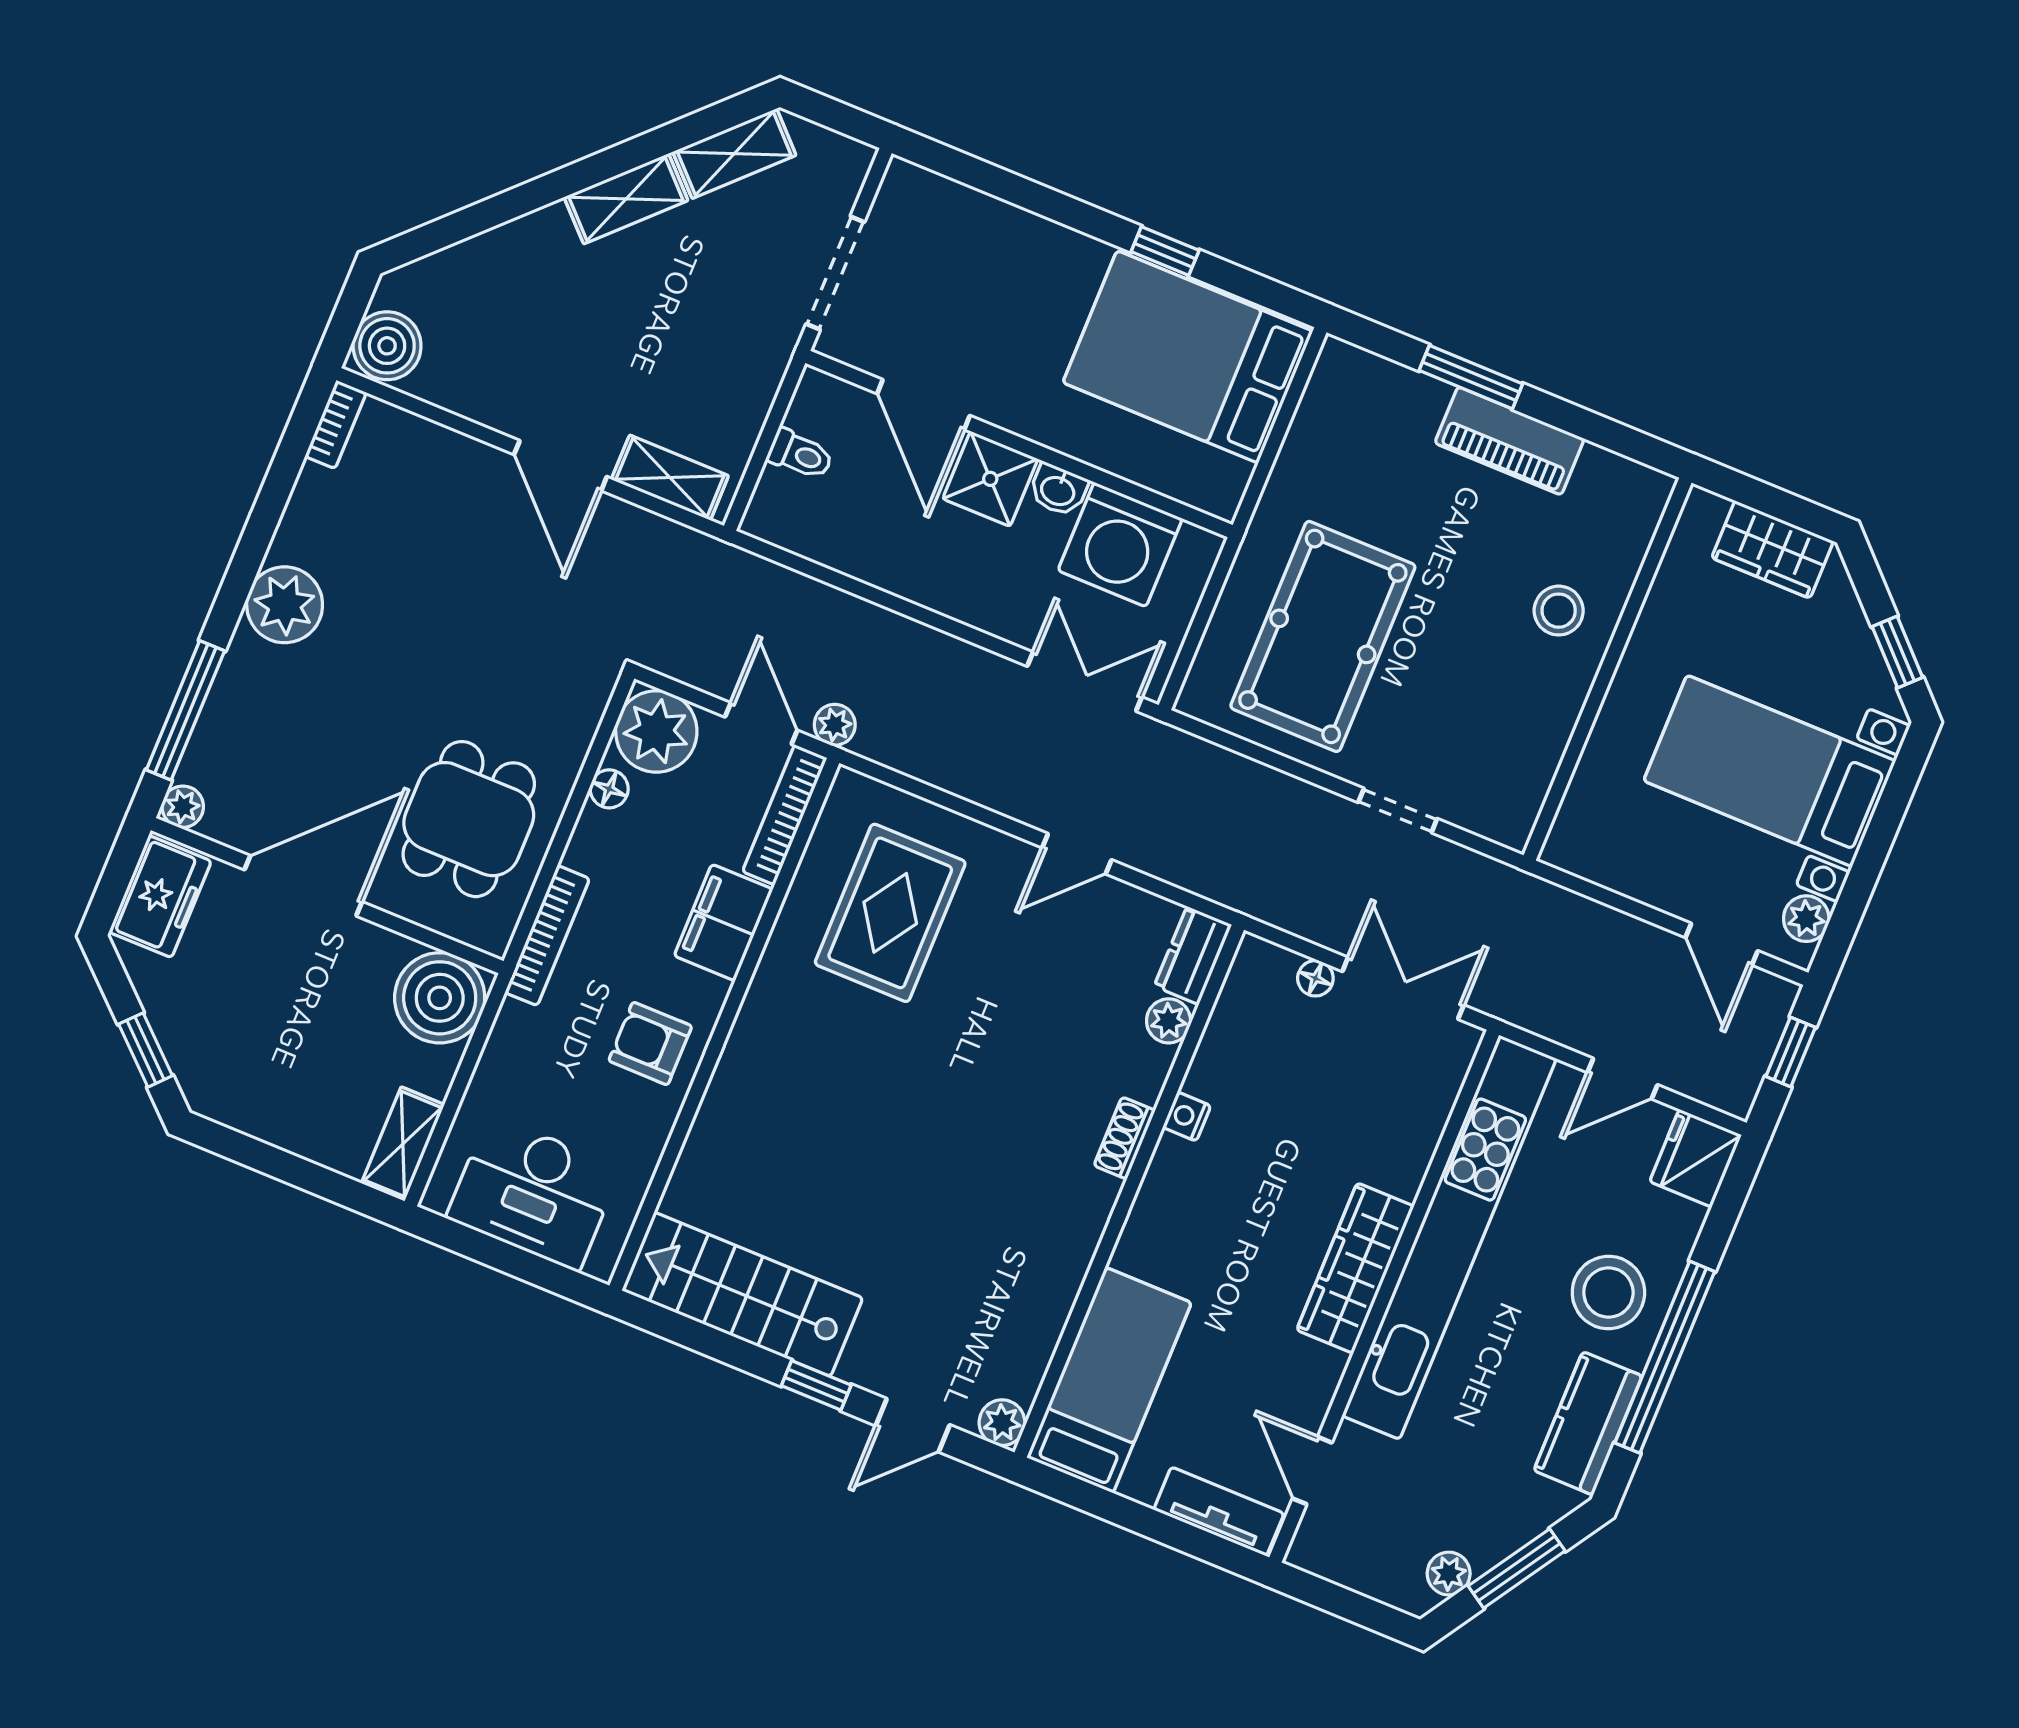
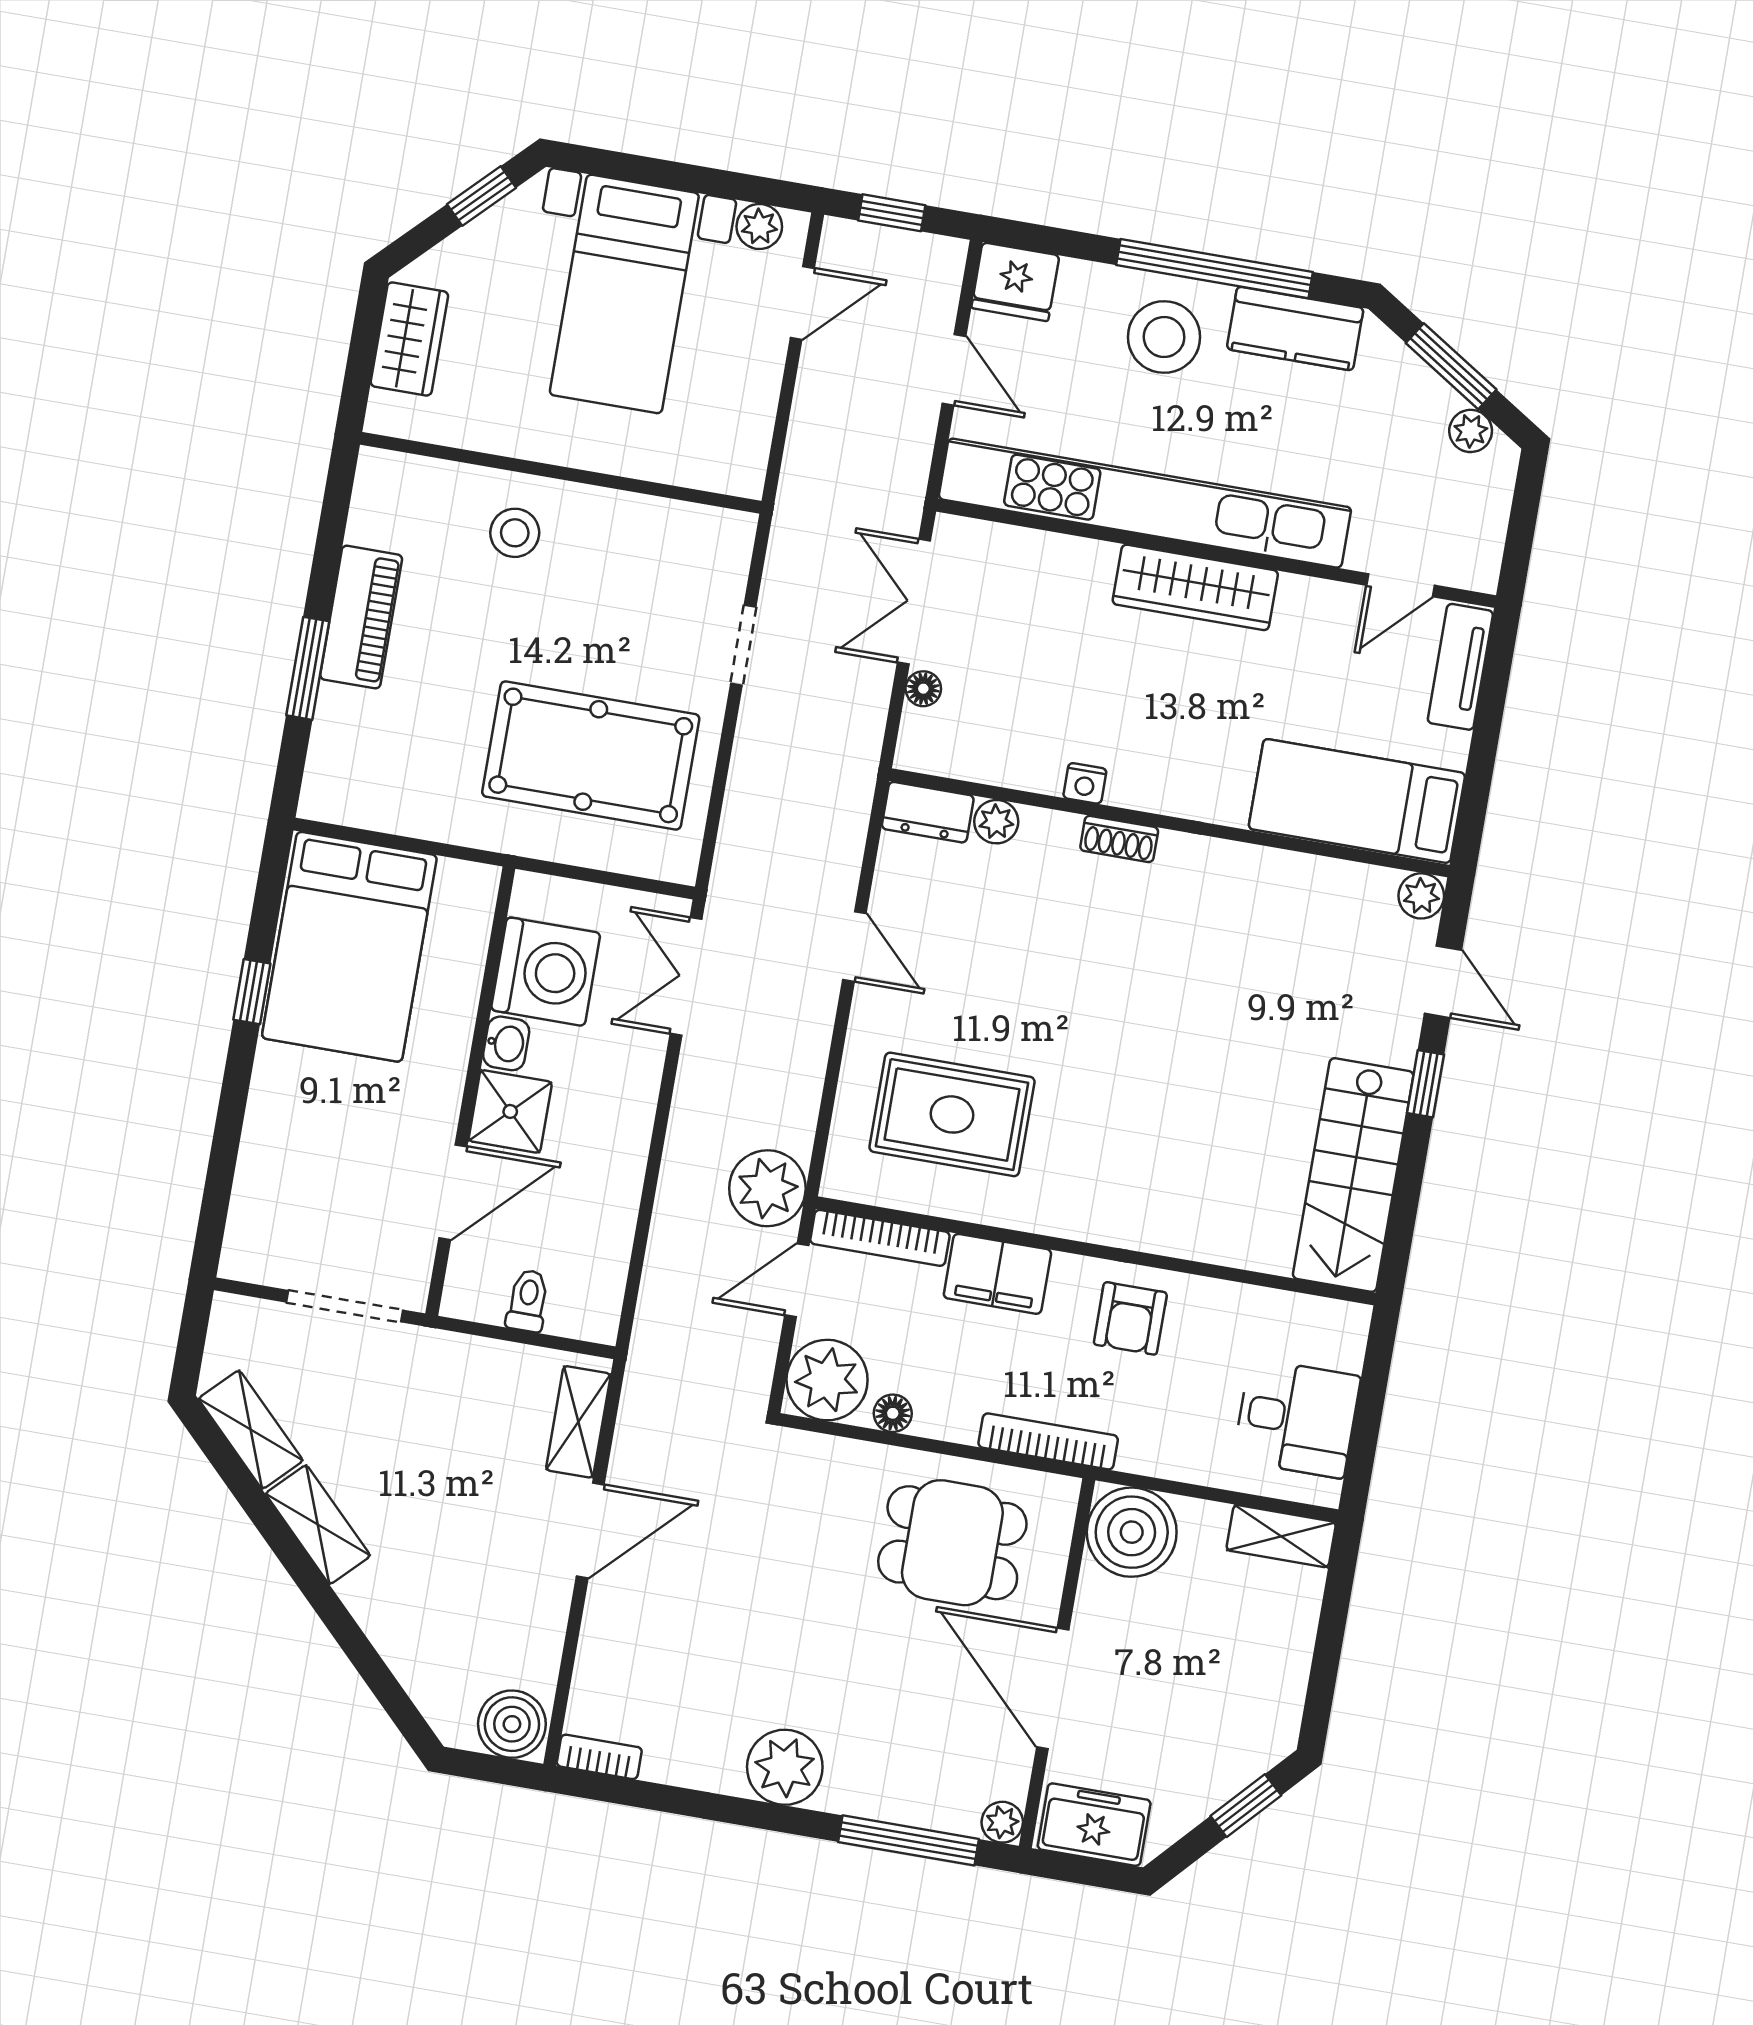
plant: (835, 725) -> (767, 1188), width x1.88, depth x1.88
desk: (534, 1193) -> (1297, 1418), width x0.73

